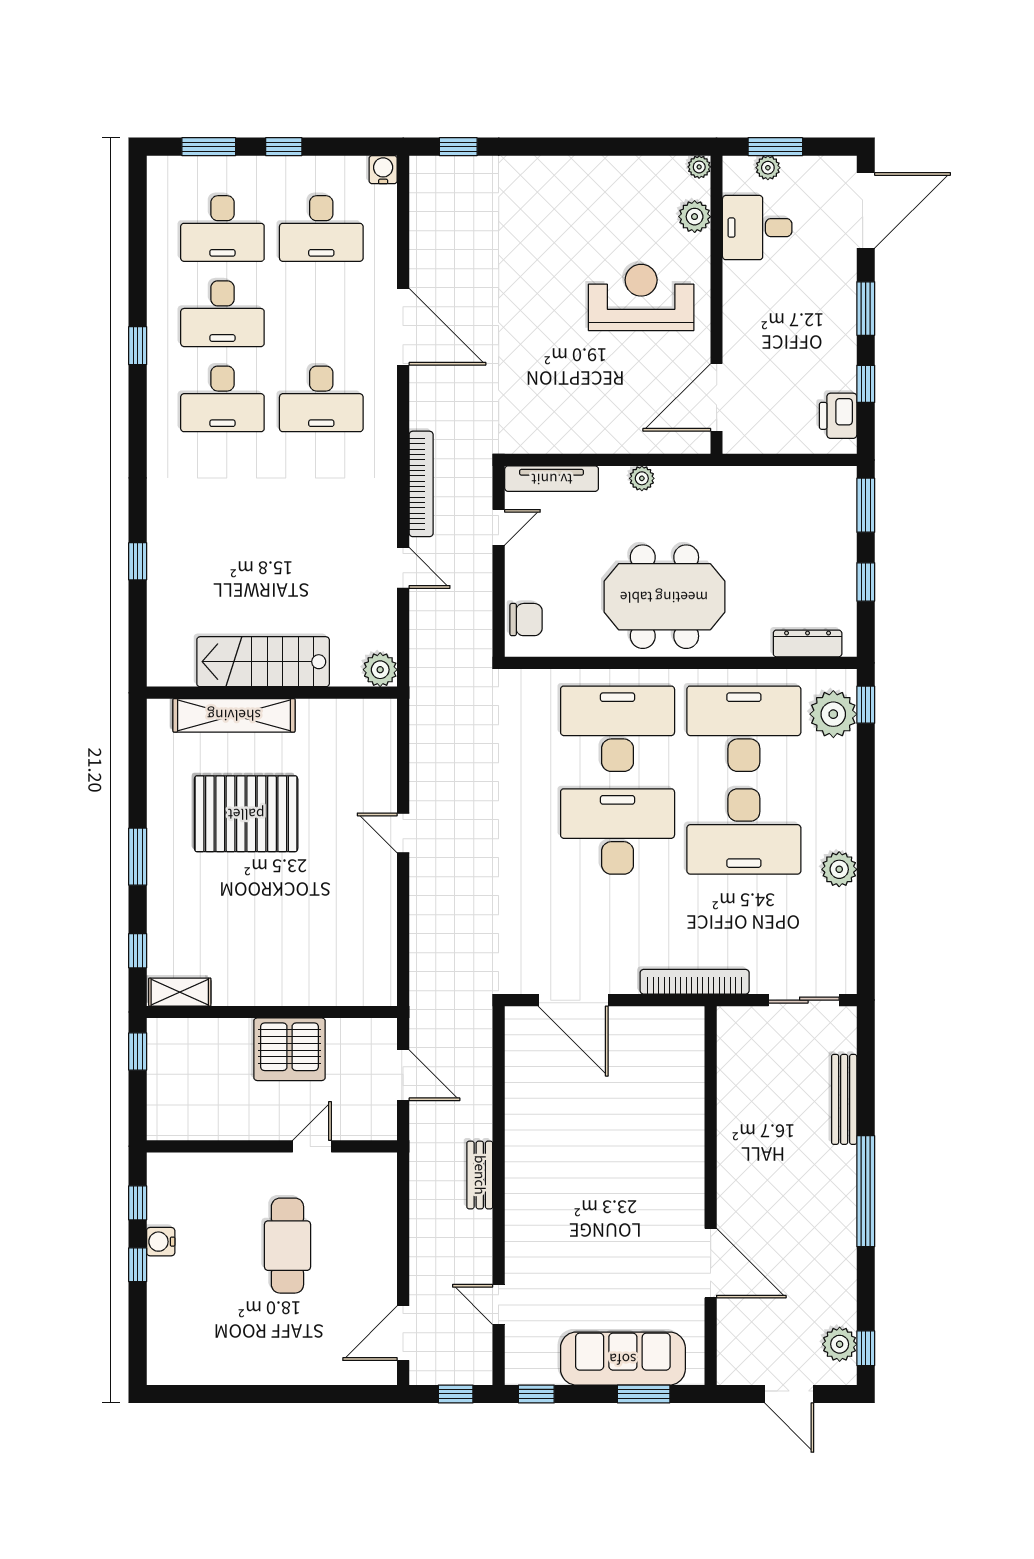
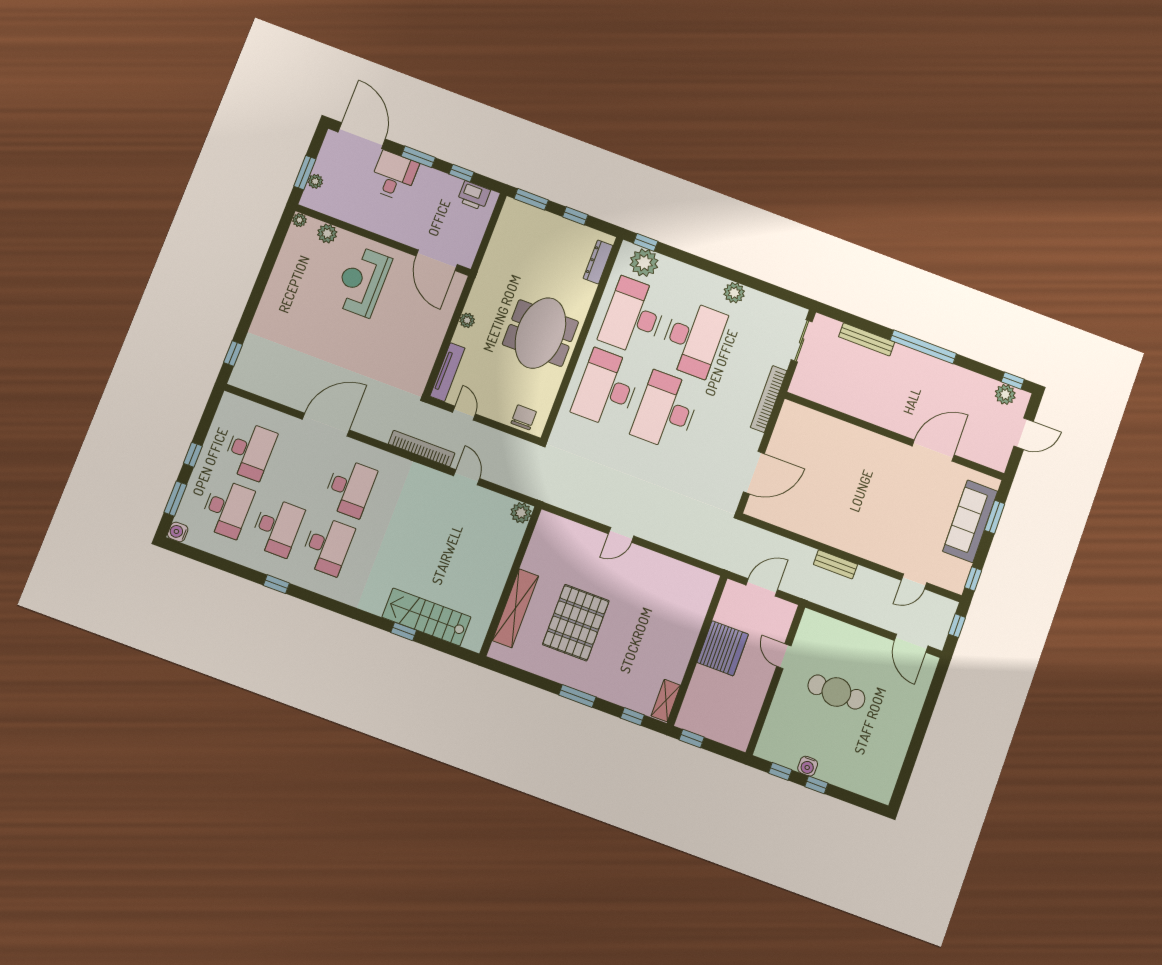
water cooler: (383, 170) -> (178, 532), moved
desk: (757, 228) -> (394, 176), moved, turned 180
door: (403, 568) -> (467, 477), hinge flipped
stairs: (263, 662) -> (426, 617), moved, turned 90

